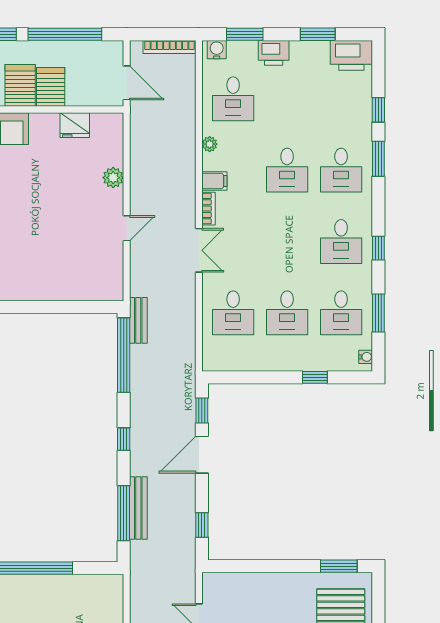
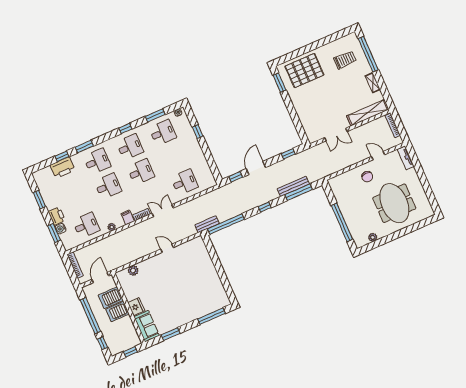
water cooler: (217, 50) -> (61, 229), moved
printer: (351, 55) -> (63, 168), moved, turned 90
server rack: (20, 85) -> (111, 298), moved
fridge: (75, 125) -> (136, 307), moved
plant: (113, 178) -> (133, 270), moved
desk: (287, 313) -> (141, 172), moved
door: (202, 455) -> (256, 168), swing flipped

